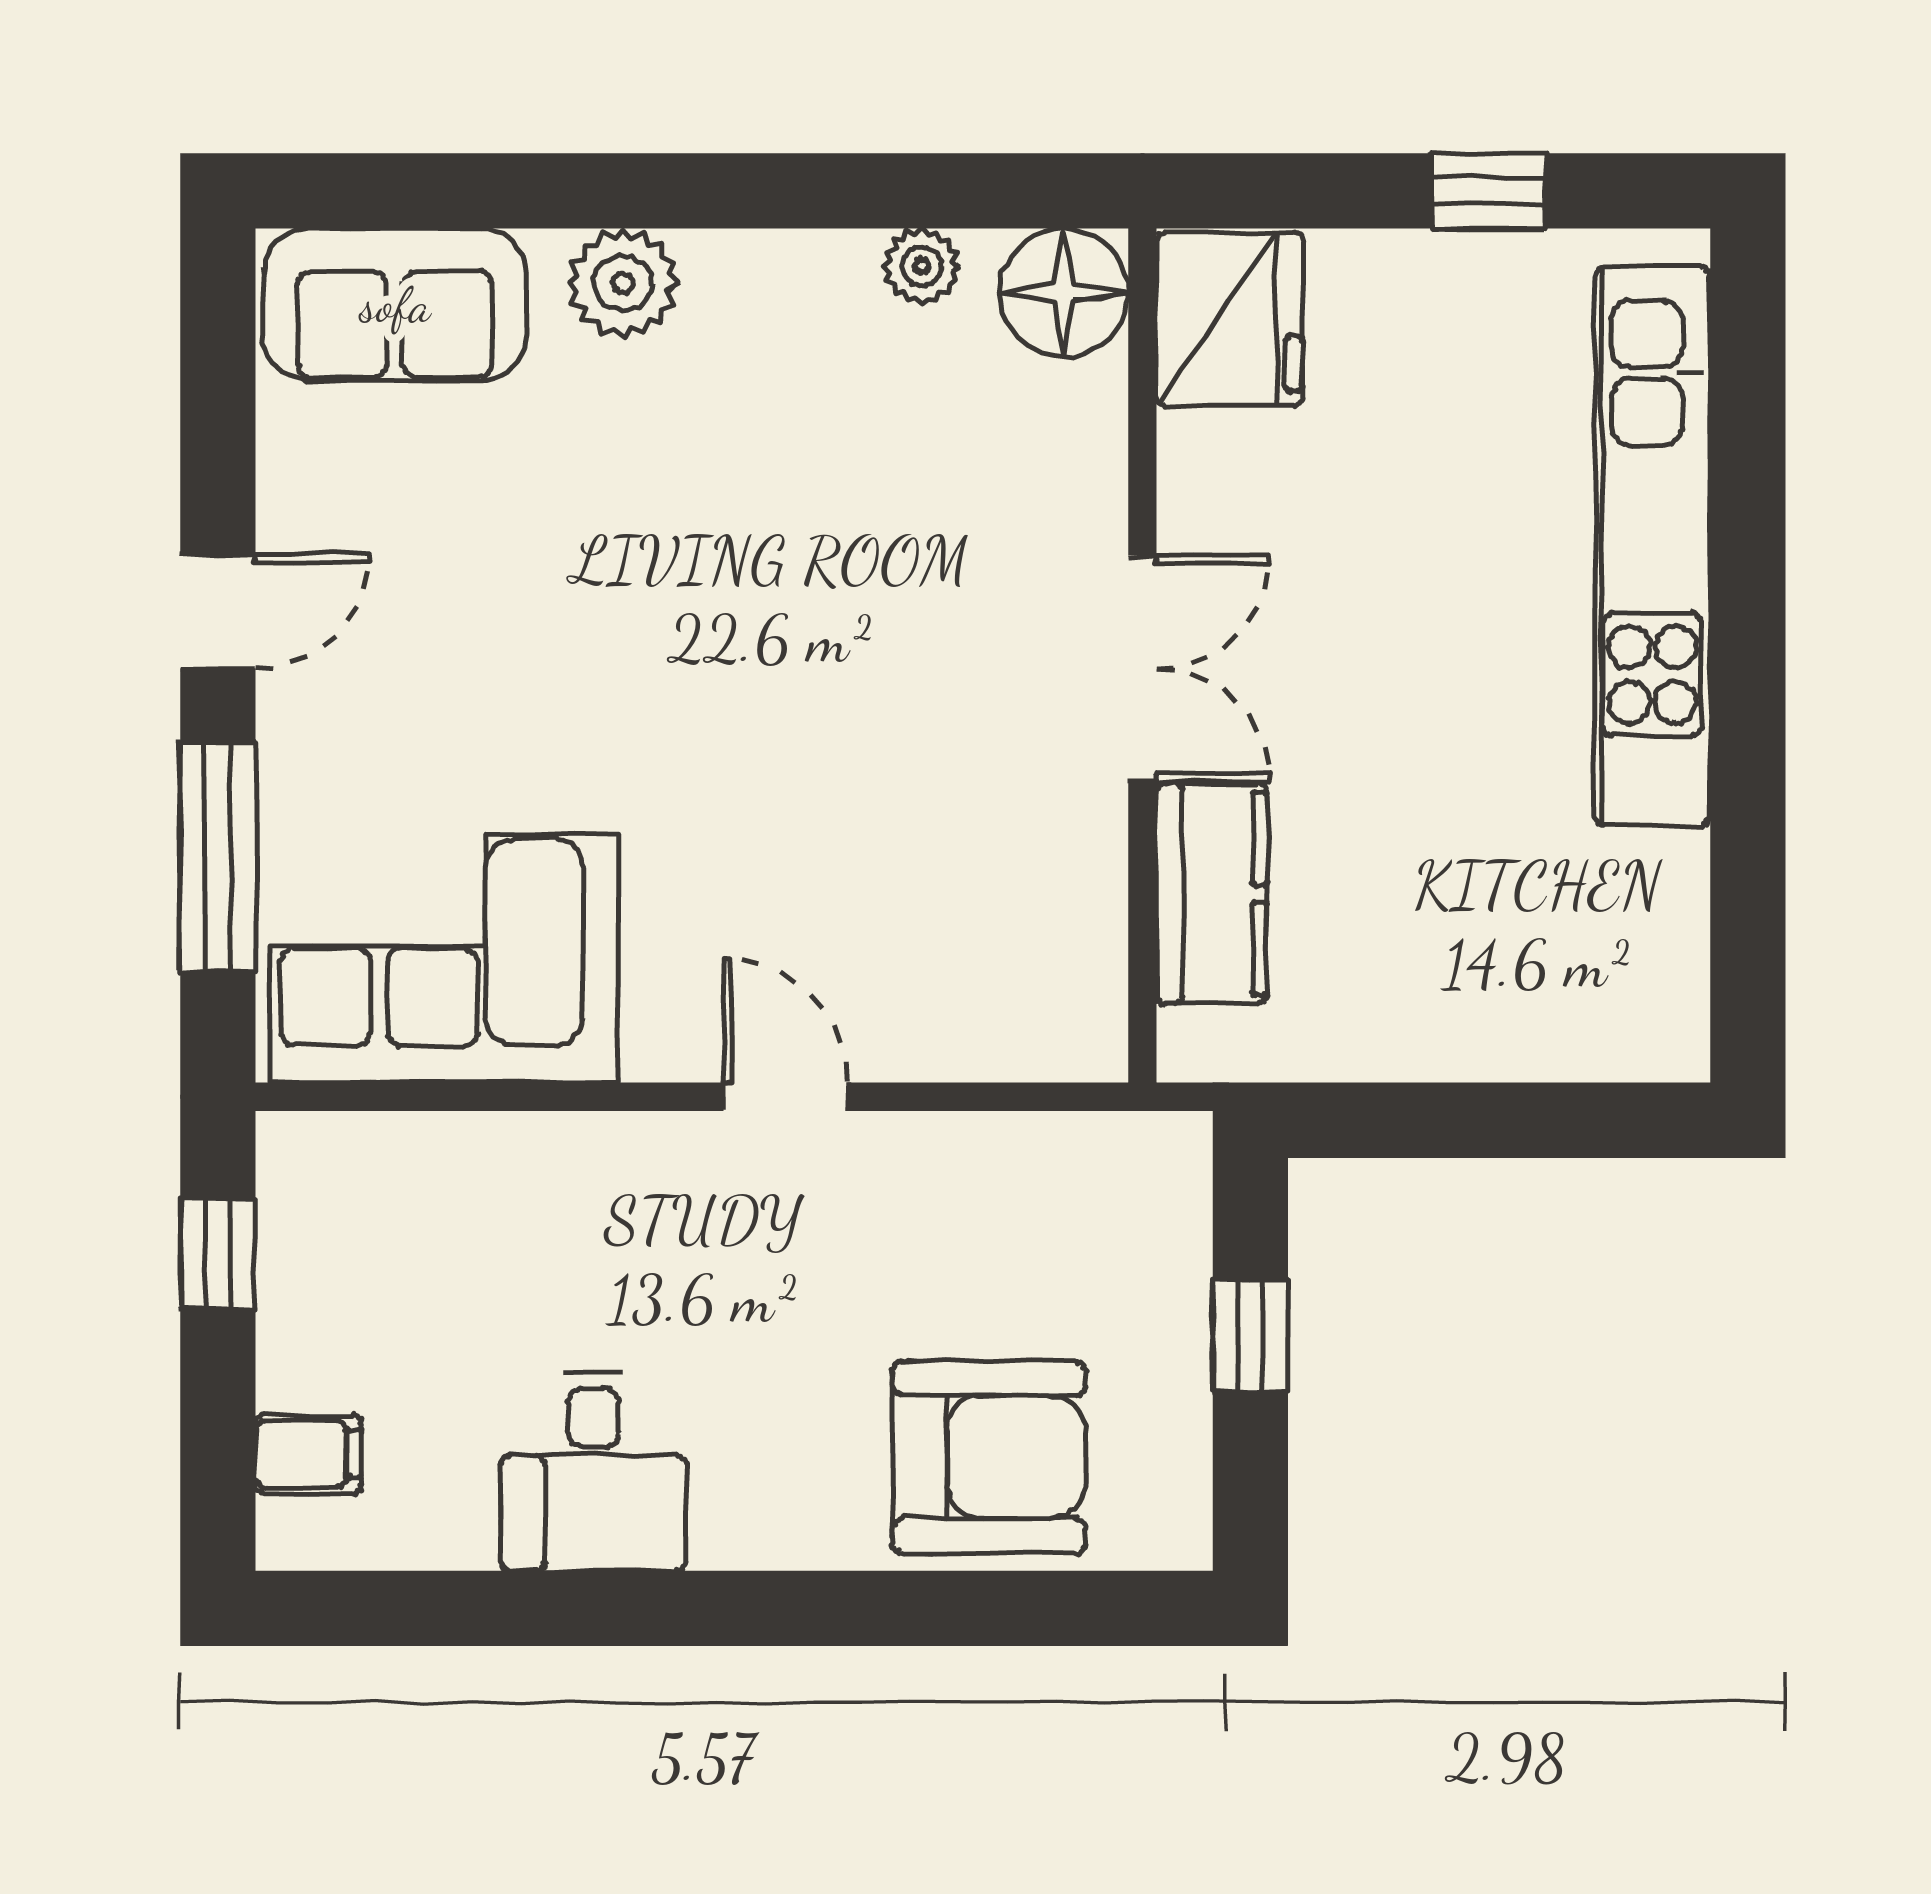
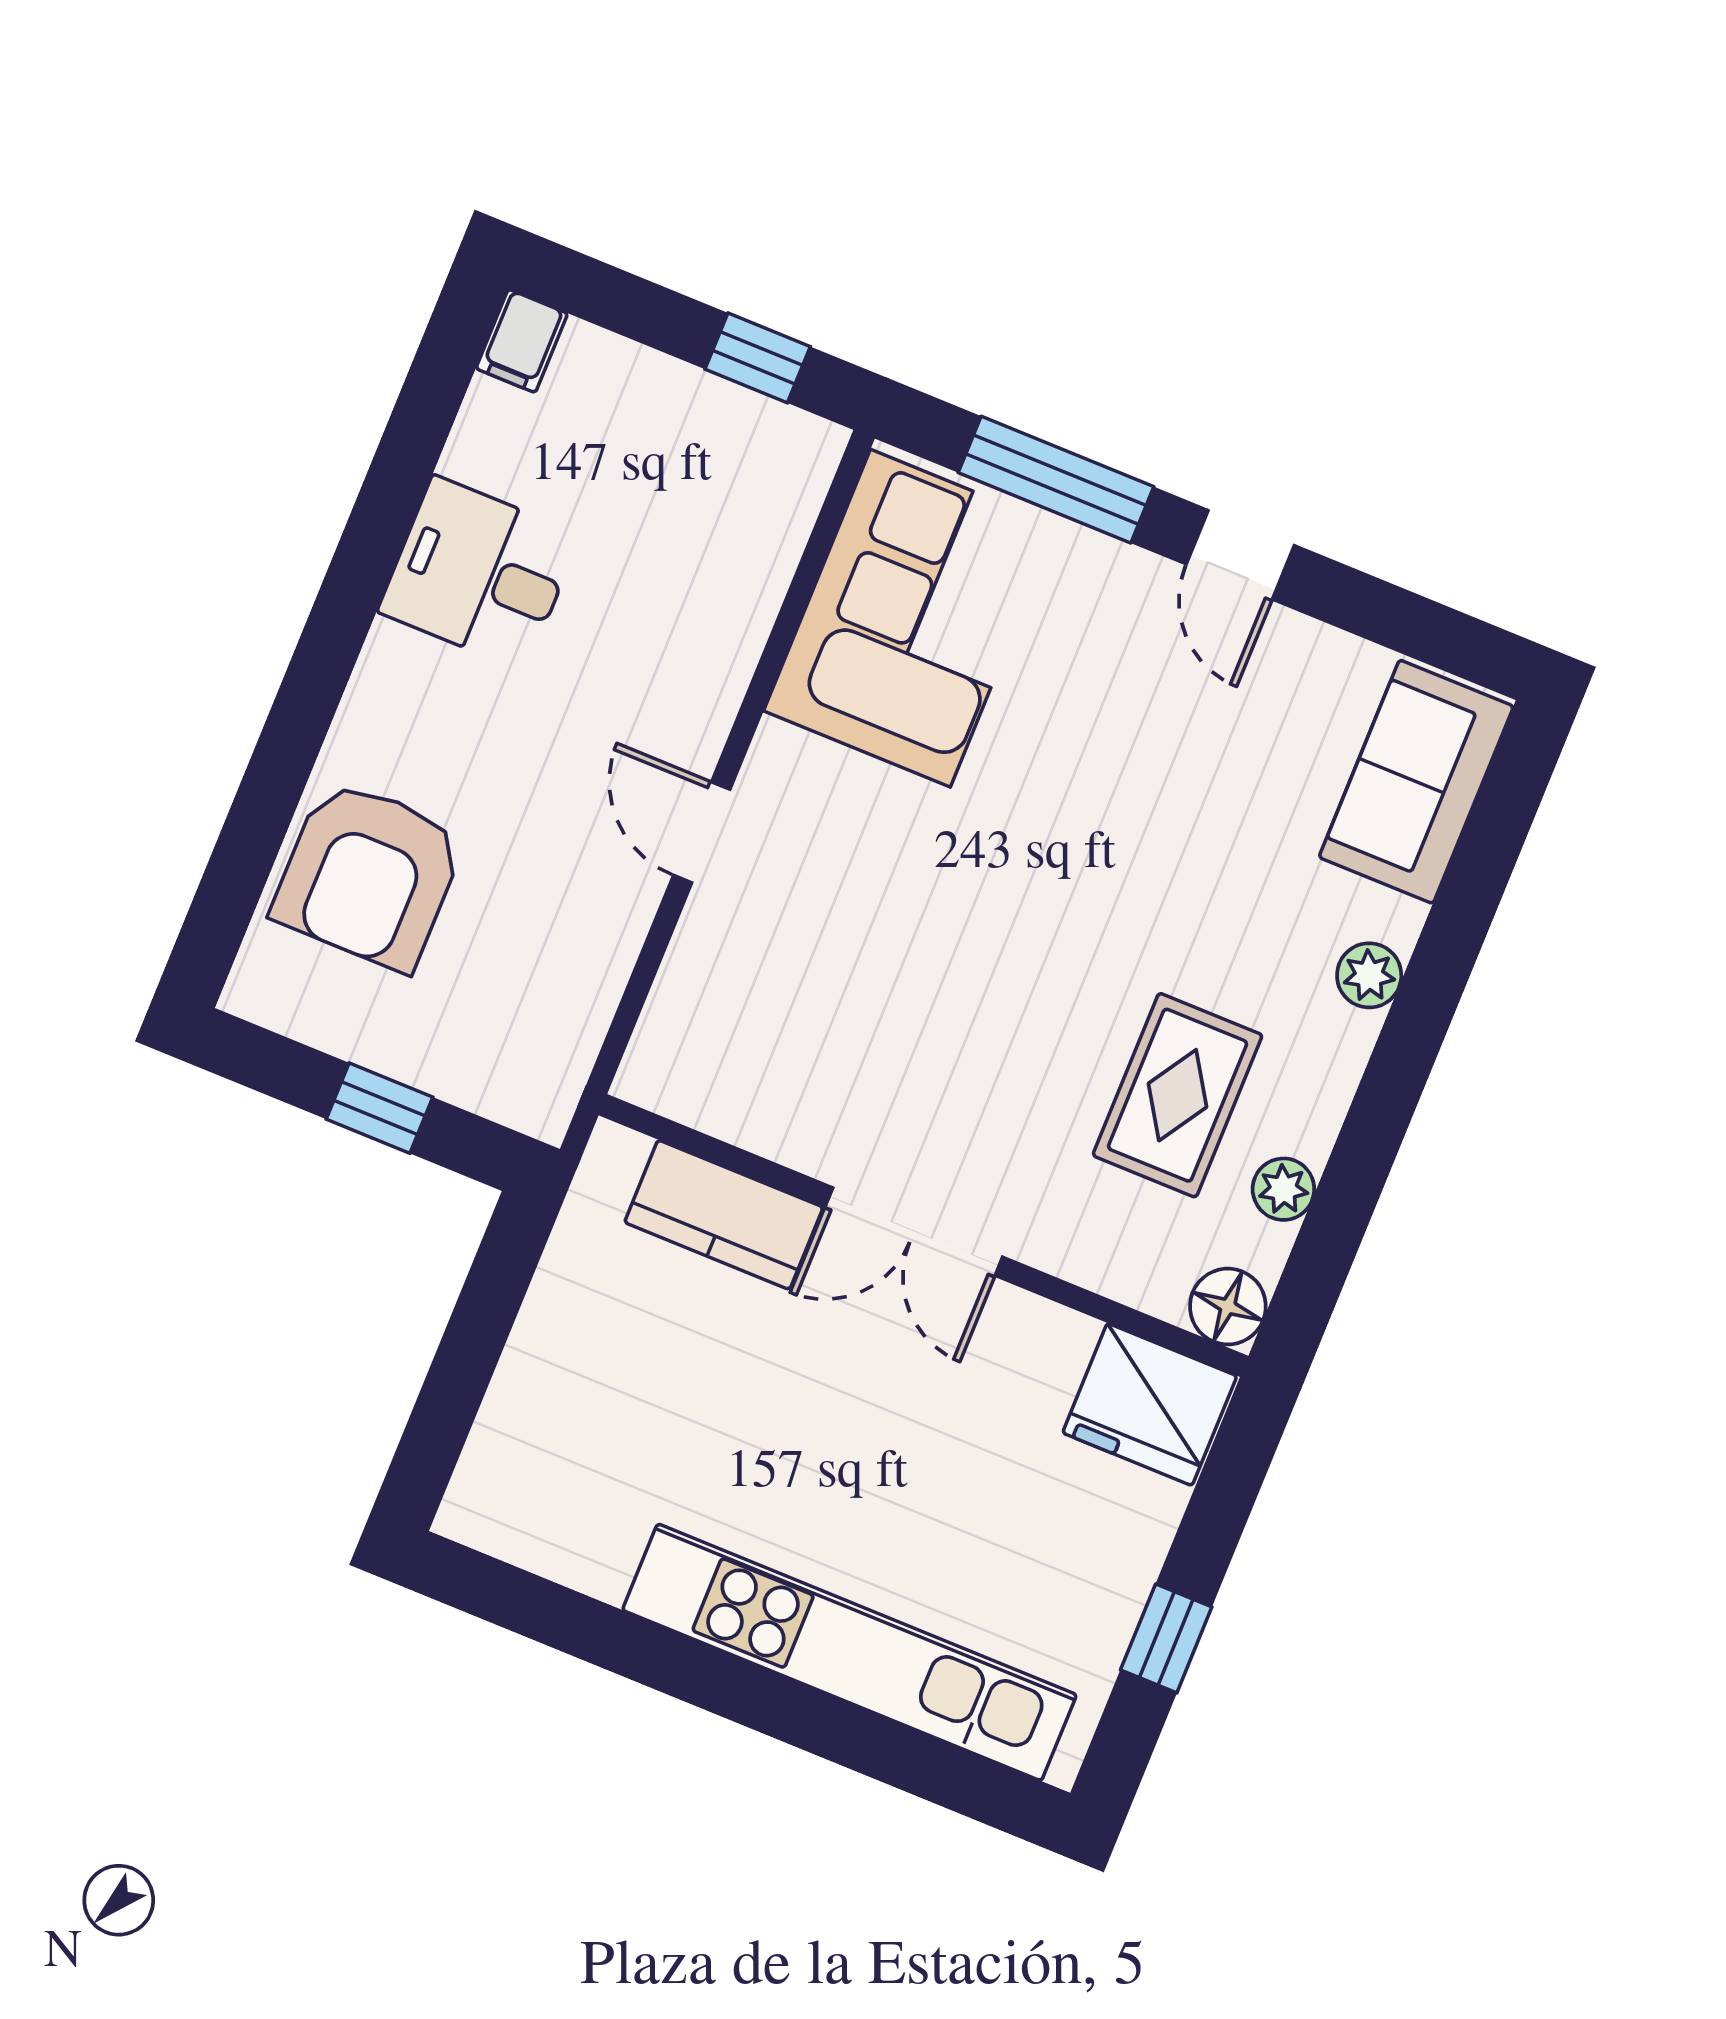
plant: (623, 283) -> (1369, 975), width x0.73, depth x0.73
floor lamp: (1064, 293) -> (1228, 1306), width x0.73, depth x0.73
rug: (864, 431) -> (1178, 1095), added
door: (785, 1097) -> (702, 832), swing flipped
filing cabinet: (308, 1454) -> (522, 341), moved

